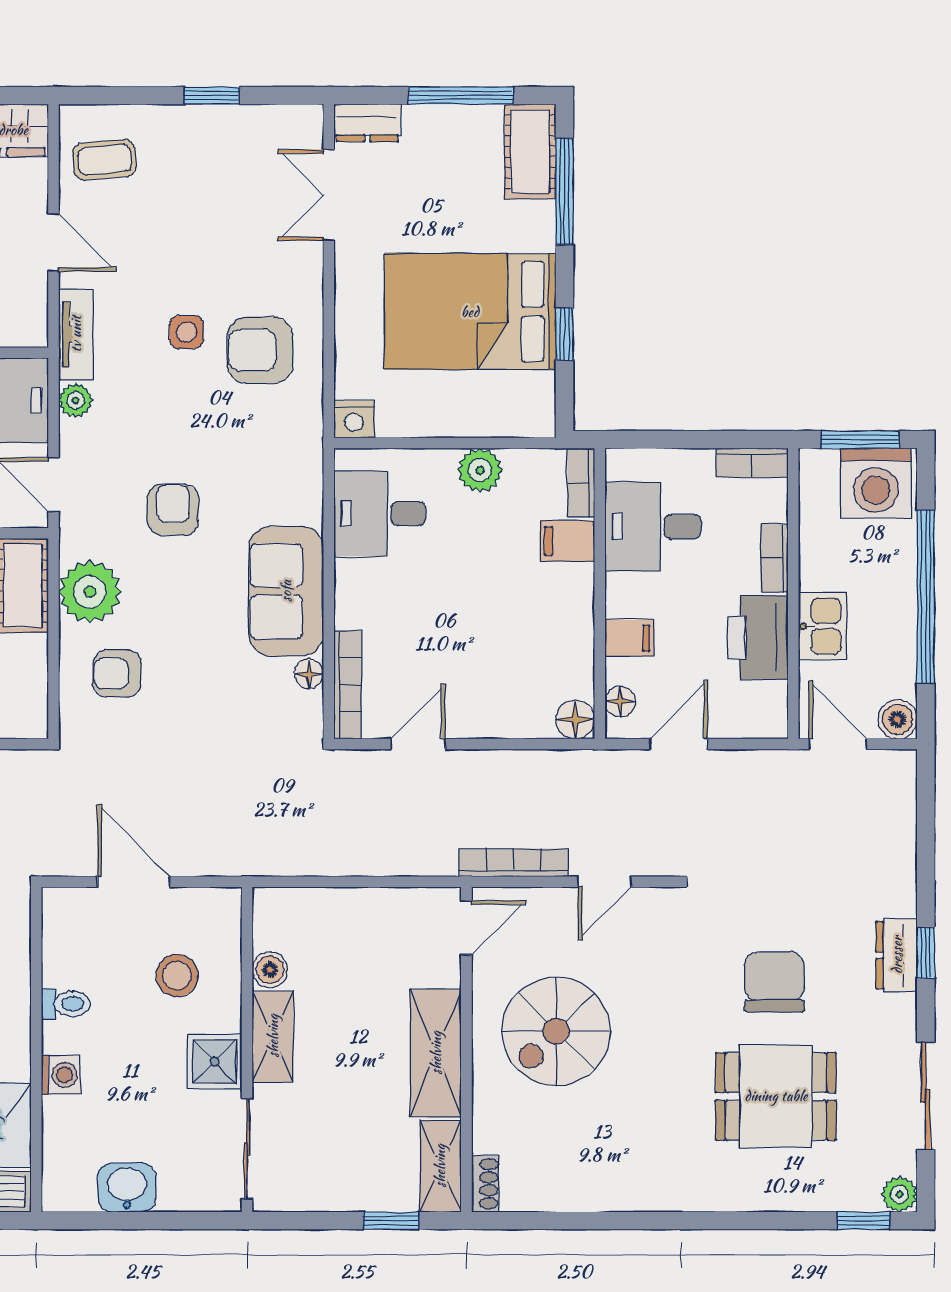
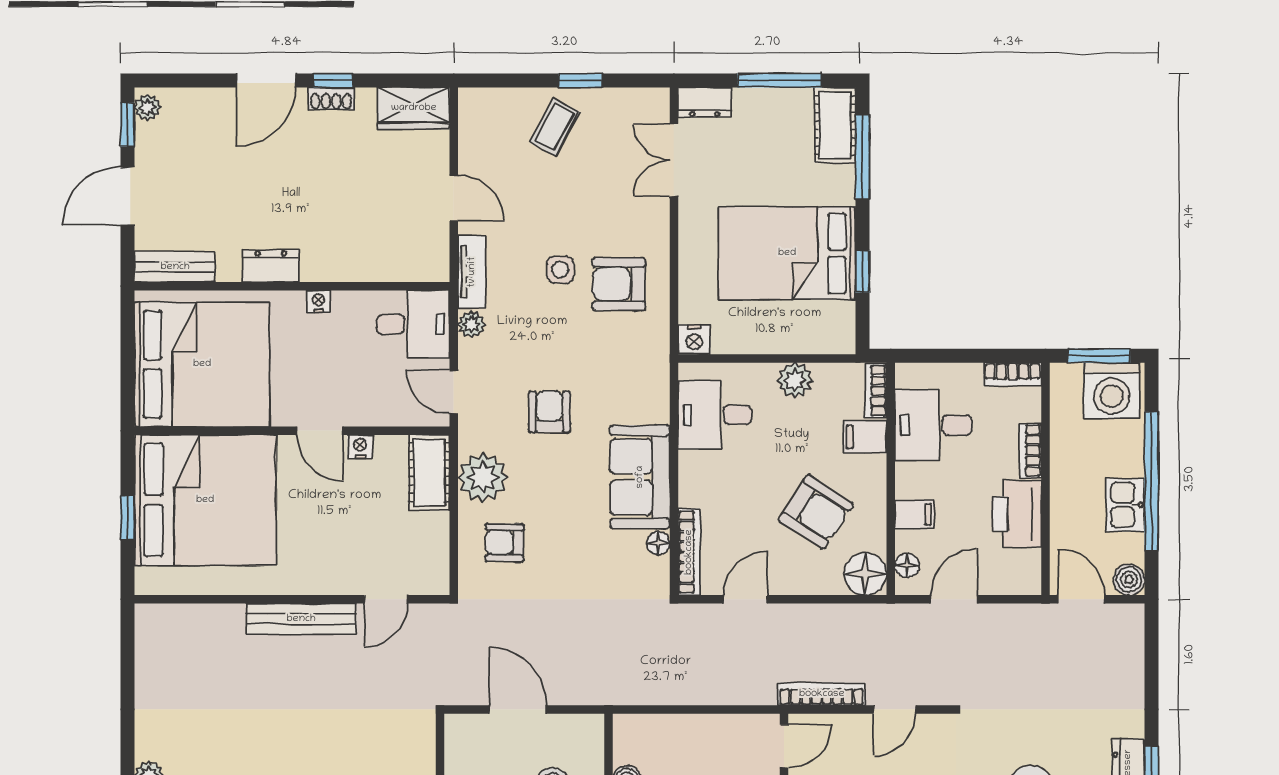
coffee table: (105, 160) -> (555, 127), moved, turned -57
kitchen sink: (823, 626) -> (1125, 505), moved, turned 180
armchair: (506, 635) -> (816, 512), added
floor lamp: (575, 720) -> (865, 574), width x1.38, depth x1.38

